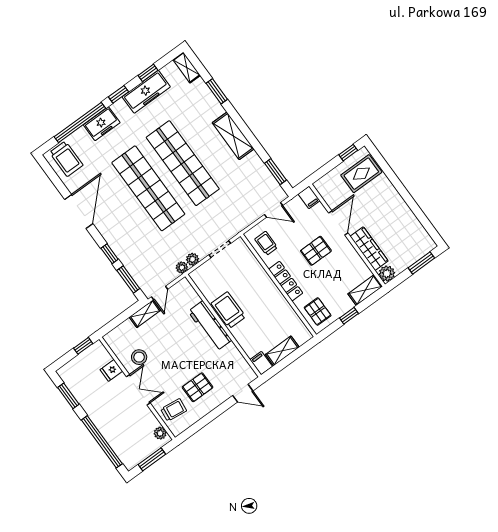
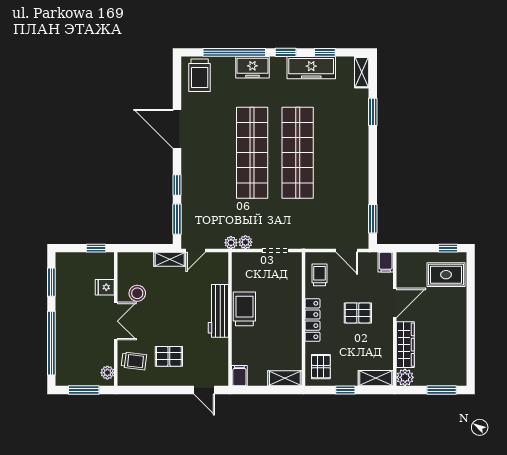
shelving: (233, 136) -> (359, 161), removed
door: (79, 211) -> (177, 129), swing flipped
shelving: (282, 351) -> (285, 378), moved

